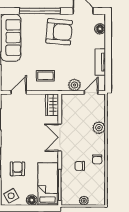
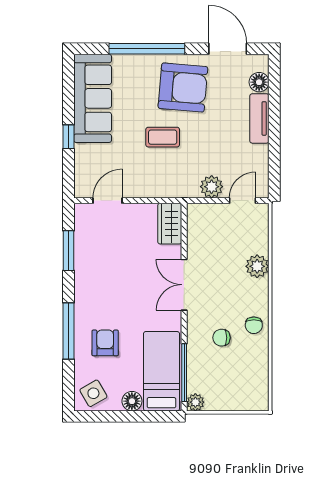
tv unit: (100, 62) -> (259, 118), moved
coffee table: (45, 76) -> (163, 137), moved
plant: (84, 201) -> (195, 402), moved

